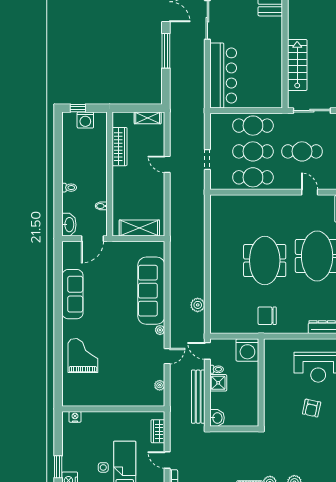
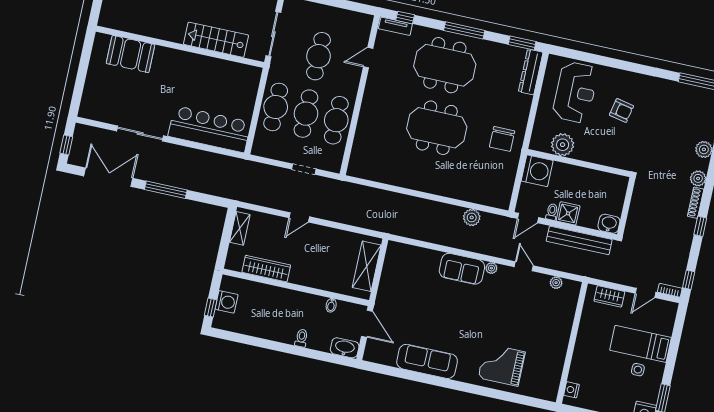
sofa: (151, 291) -> (462, 269), width x0.54, depth x0.79
plant: (273, 366) -> (563, 145), added

